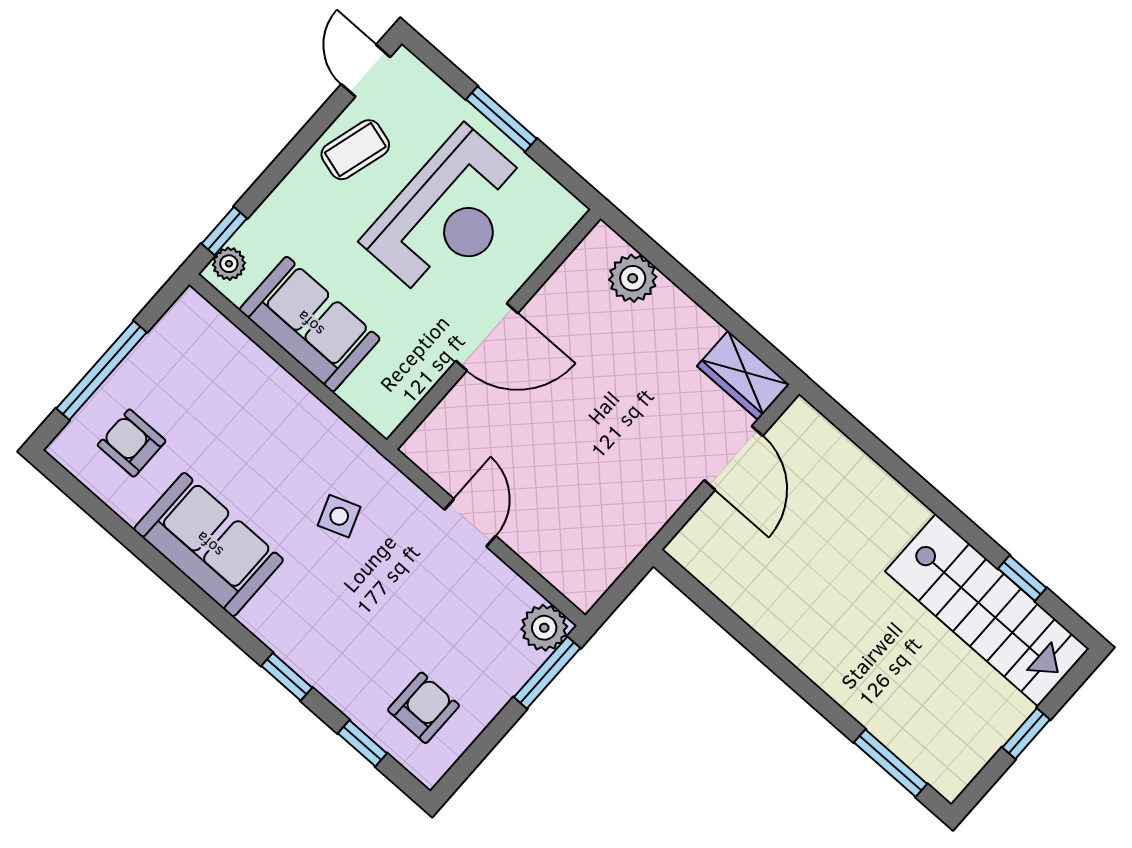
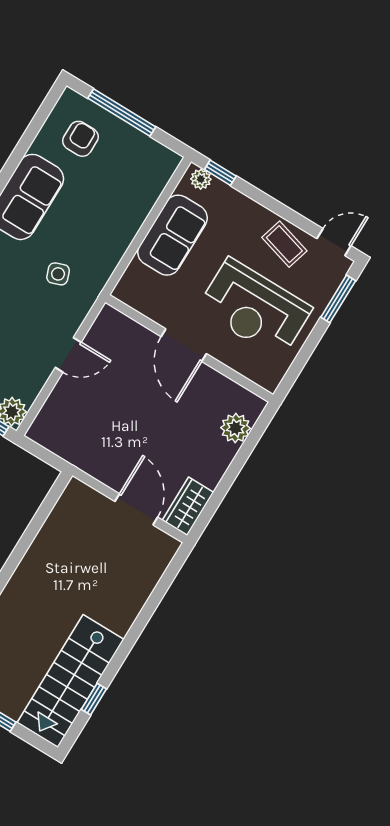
window: (501, 119) -> (338, 299), moved
door: (733, 458) -> (136, 509), swing flipped

